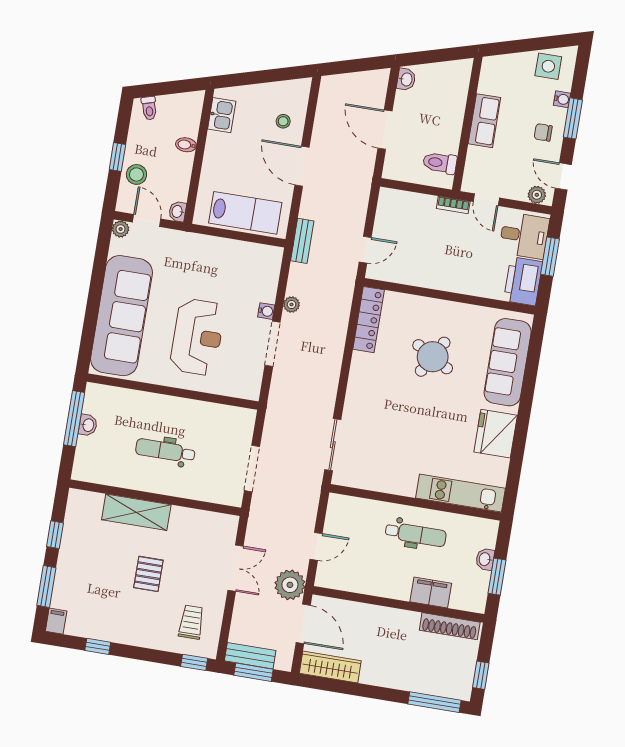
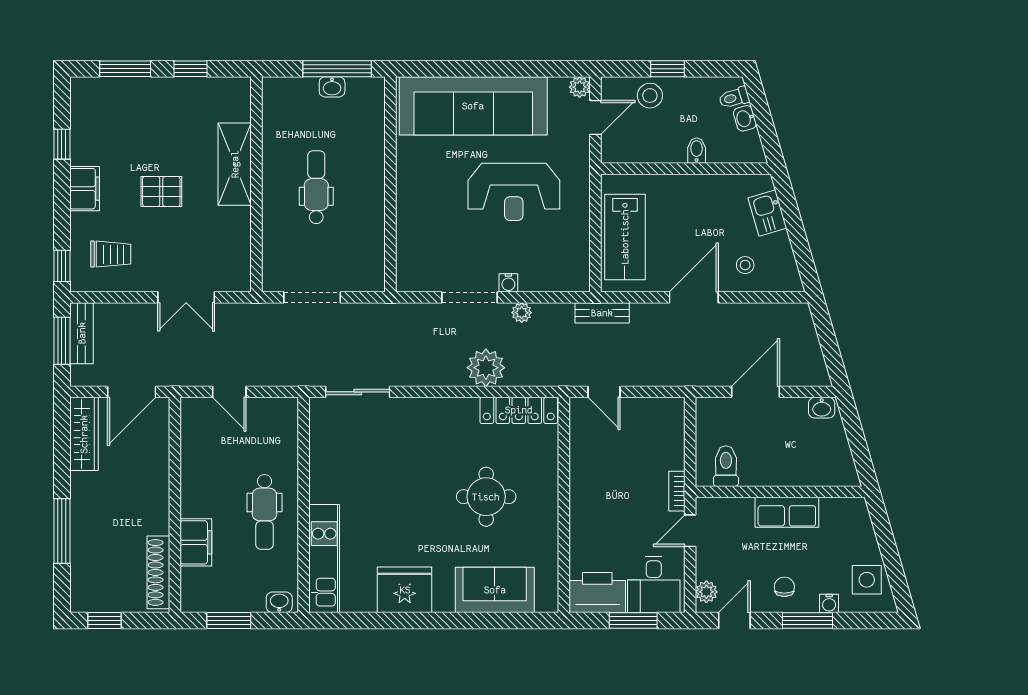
kitchen sink: (222, 115) -> (767, 213), moved, turned 74
washbasin: (177, 212) -> (745, 118), moved, turned -106
reception desk: (197, 337) -> (514, 192), moved
round table: (433, 357) -> (486, 497), turned -30
sofa: (508, 362) -> (495, 590), width x0.73
washbasin: (485, 559) -> (279, 602), moved
plant: (290, 585) -> (486, 368), moved
filing cabinet: (56, 621) -> (85, 189), moved, width x2.00
window: (434, 702) -> (62, 531), moved

